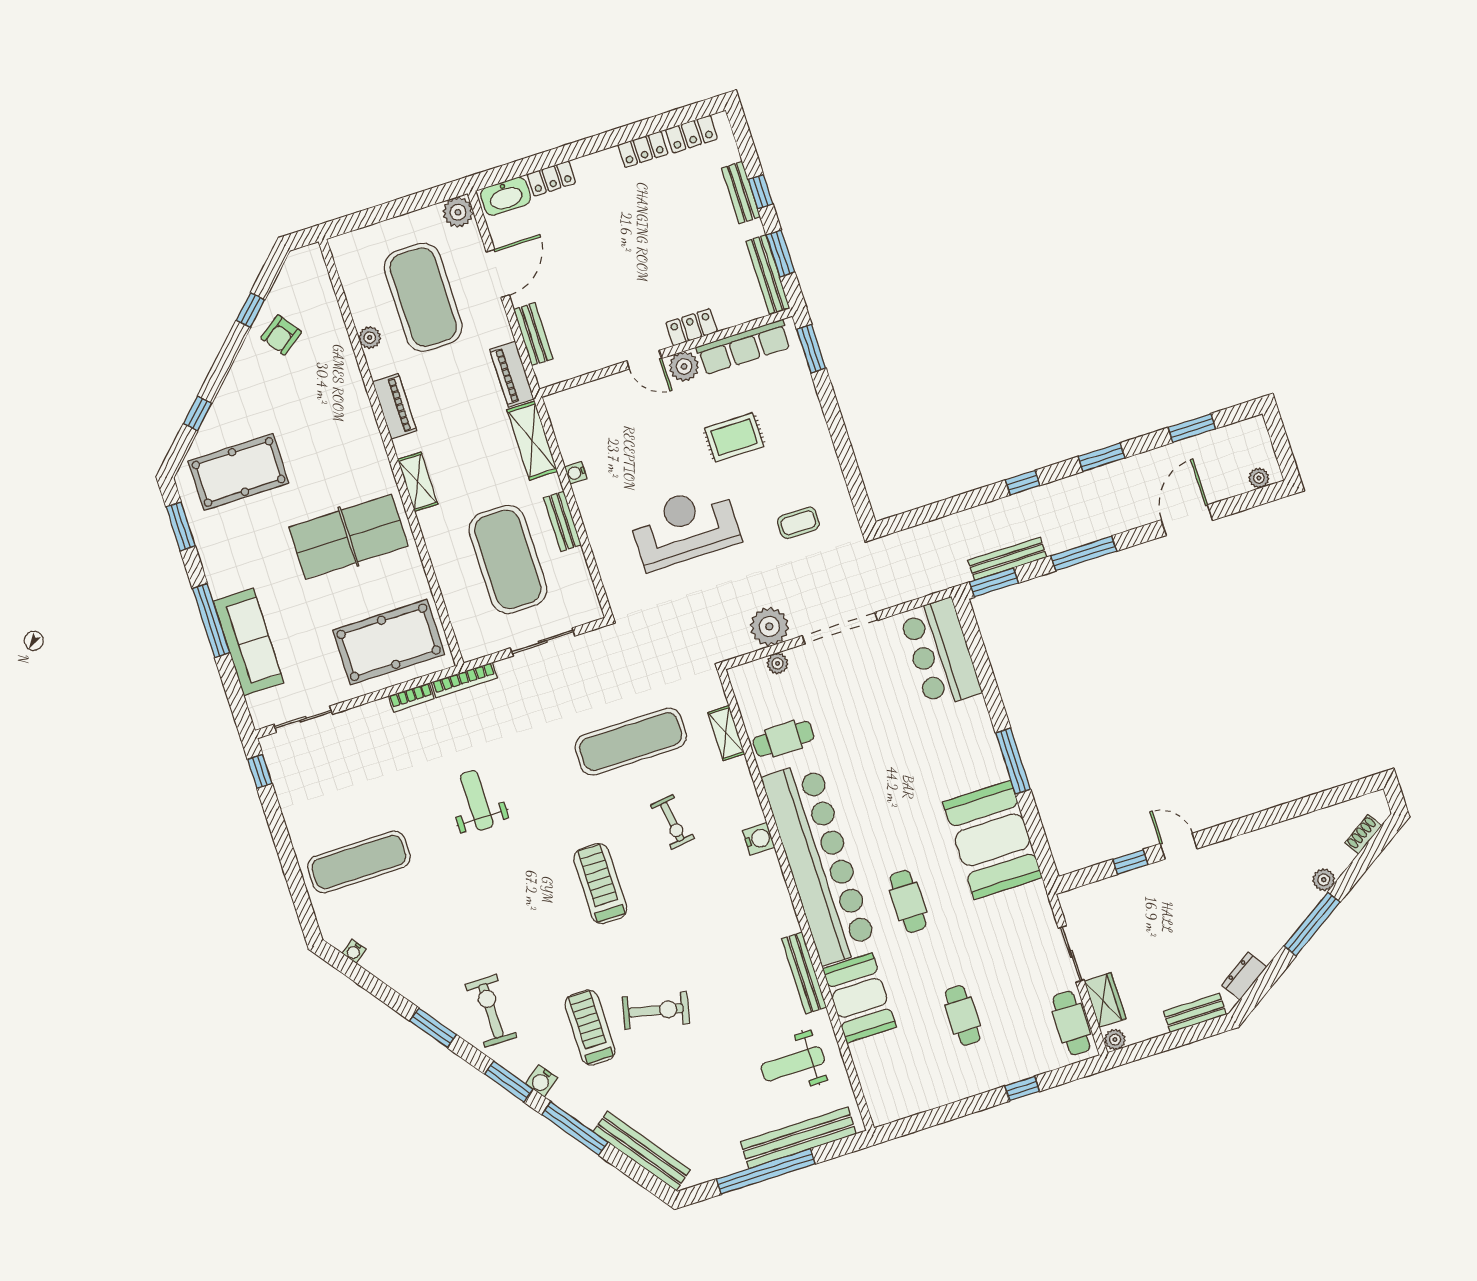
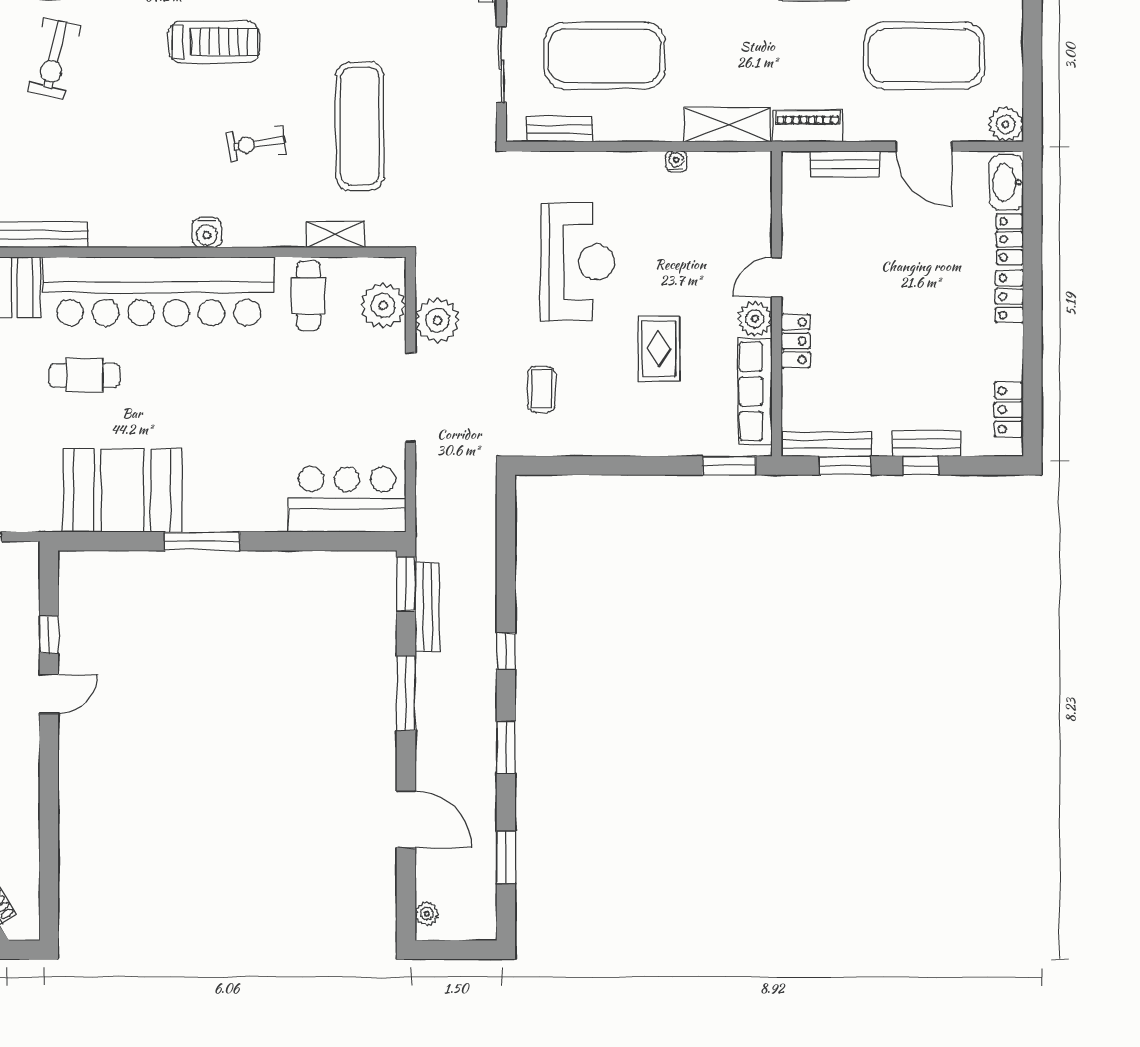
locker: (643, 149) -> (1009, 296), moved
bench: (562, 521) -> (559, 129), moved
plant: (778, 663) -> (383, 305), width x1.88, depth x1.88

